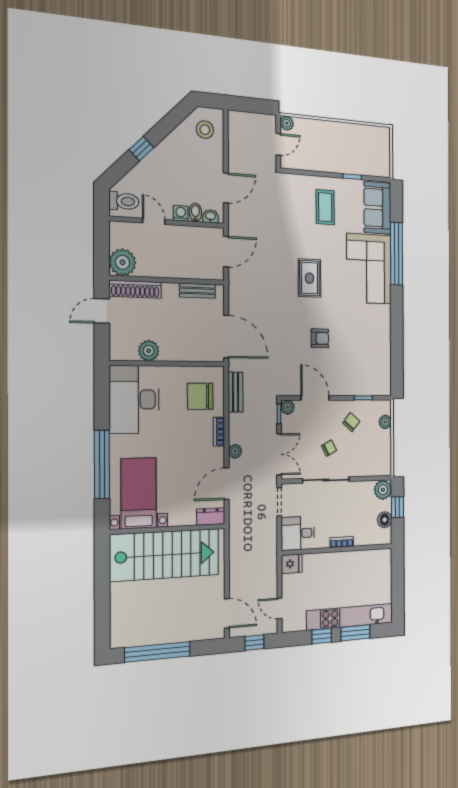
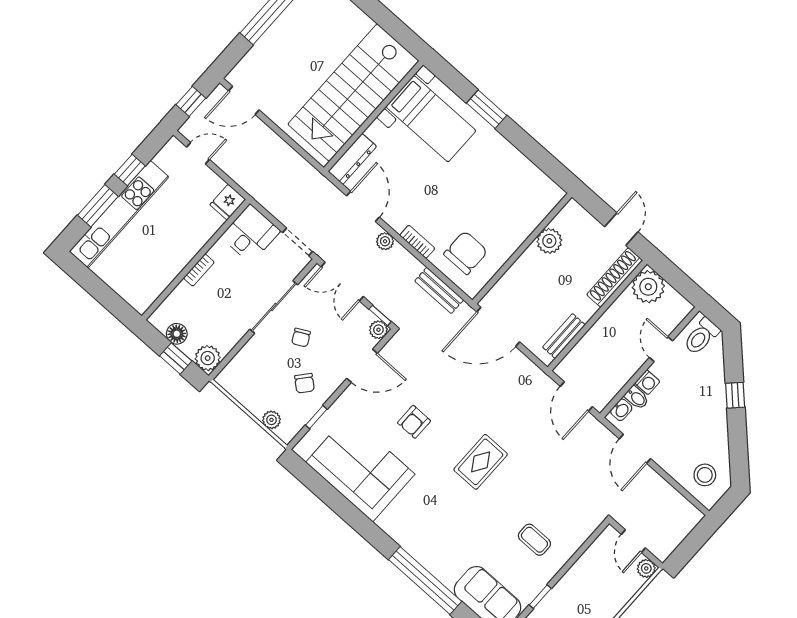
coffee table: (325, 207) -> (534, 540), width x0.73, depth x0.77
door: (154, 221) -> (661, 349), swing flipped
corner sofa: (369, 269) -> (360, 468), moved
rug: (310, 278) -> (481, 462), turned 90
desk: (134, 399) -> (518, 189), removed
window: (102, 464) -> (487, 109), width x0.47
dresser: (211, 517) -> (352, 159), width x1.44

